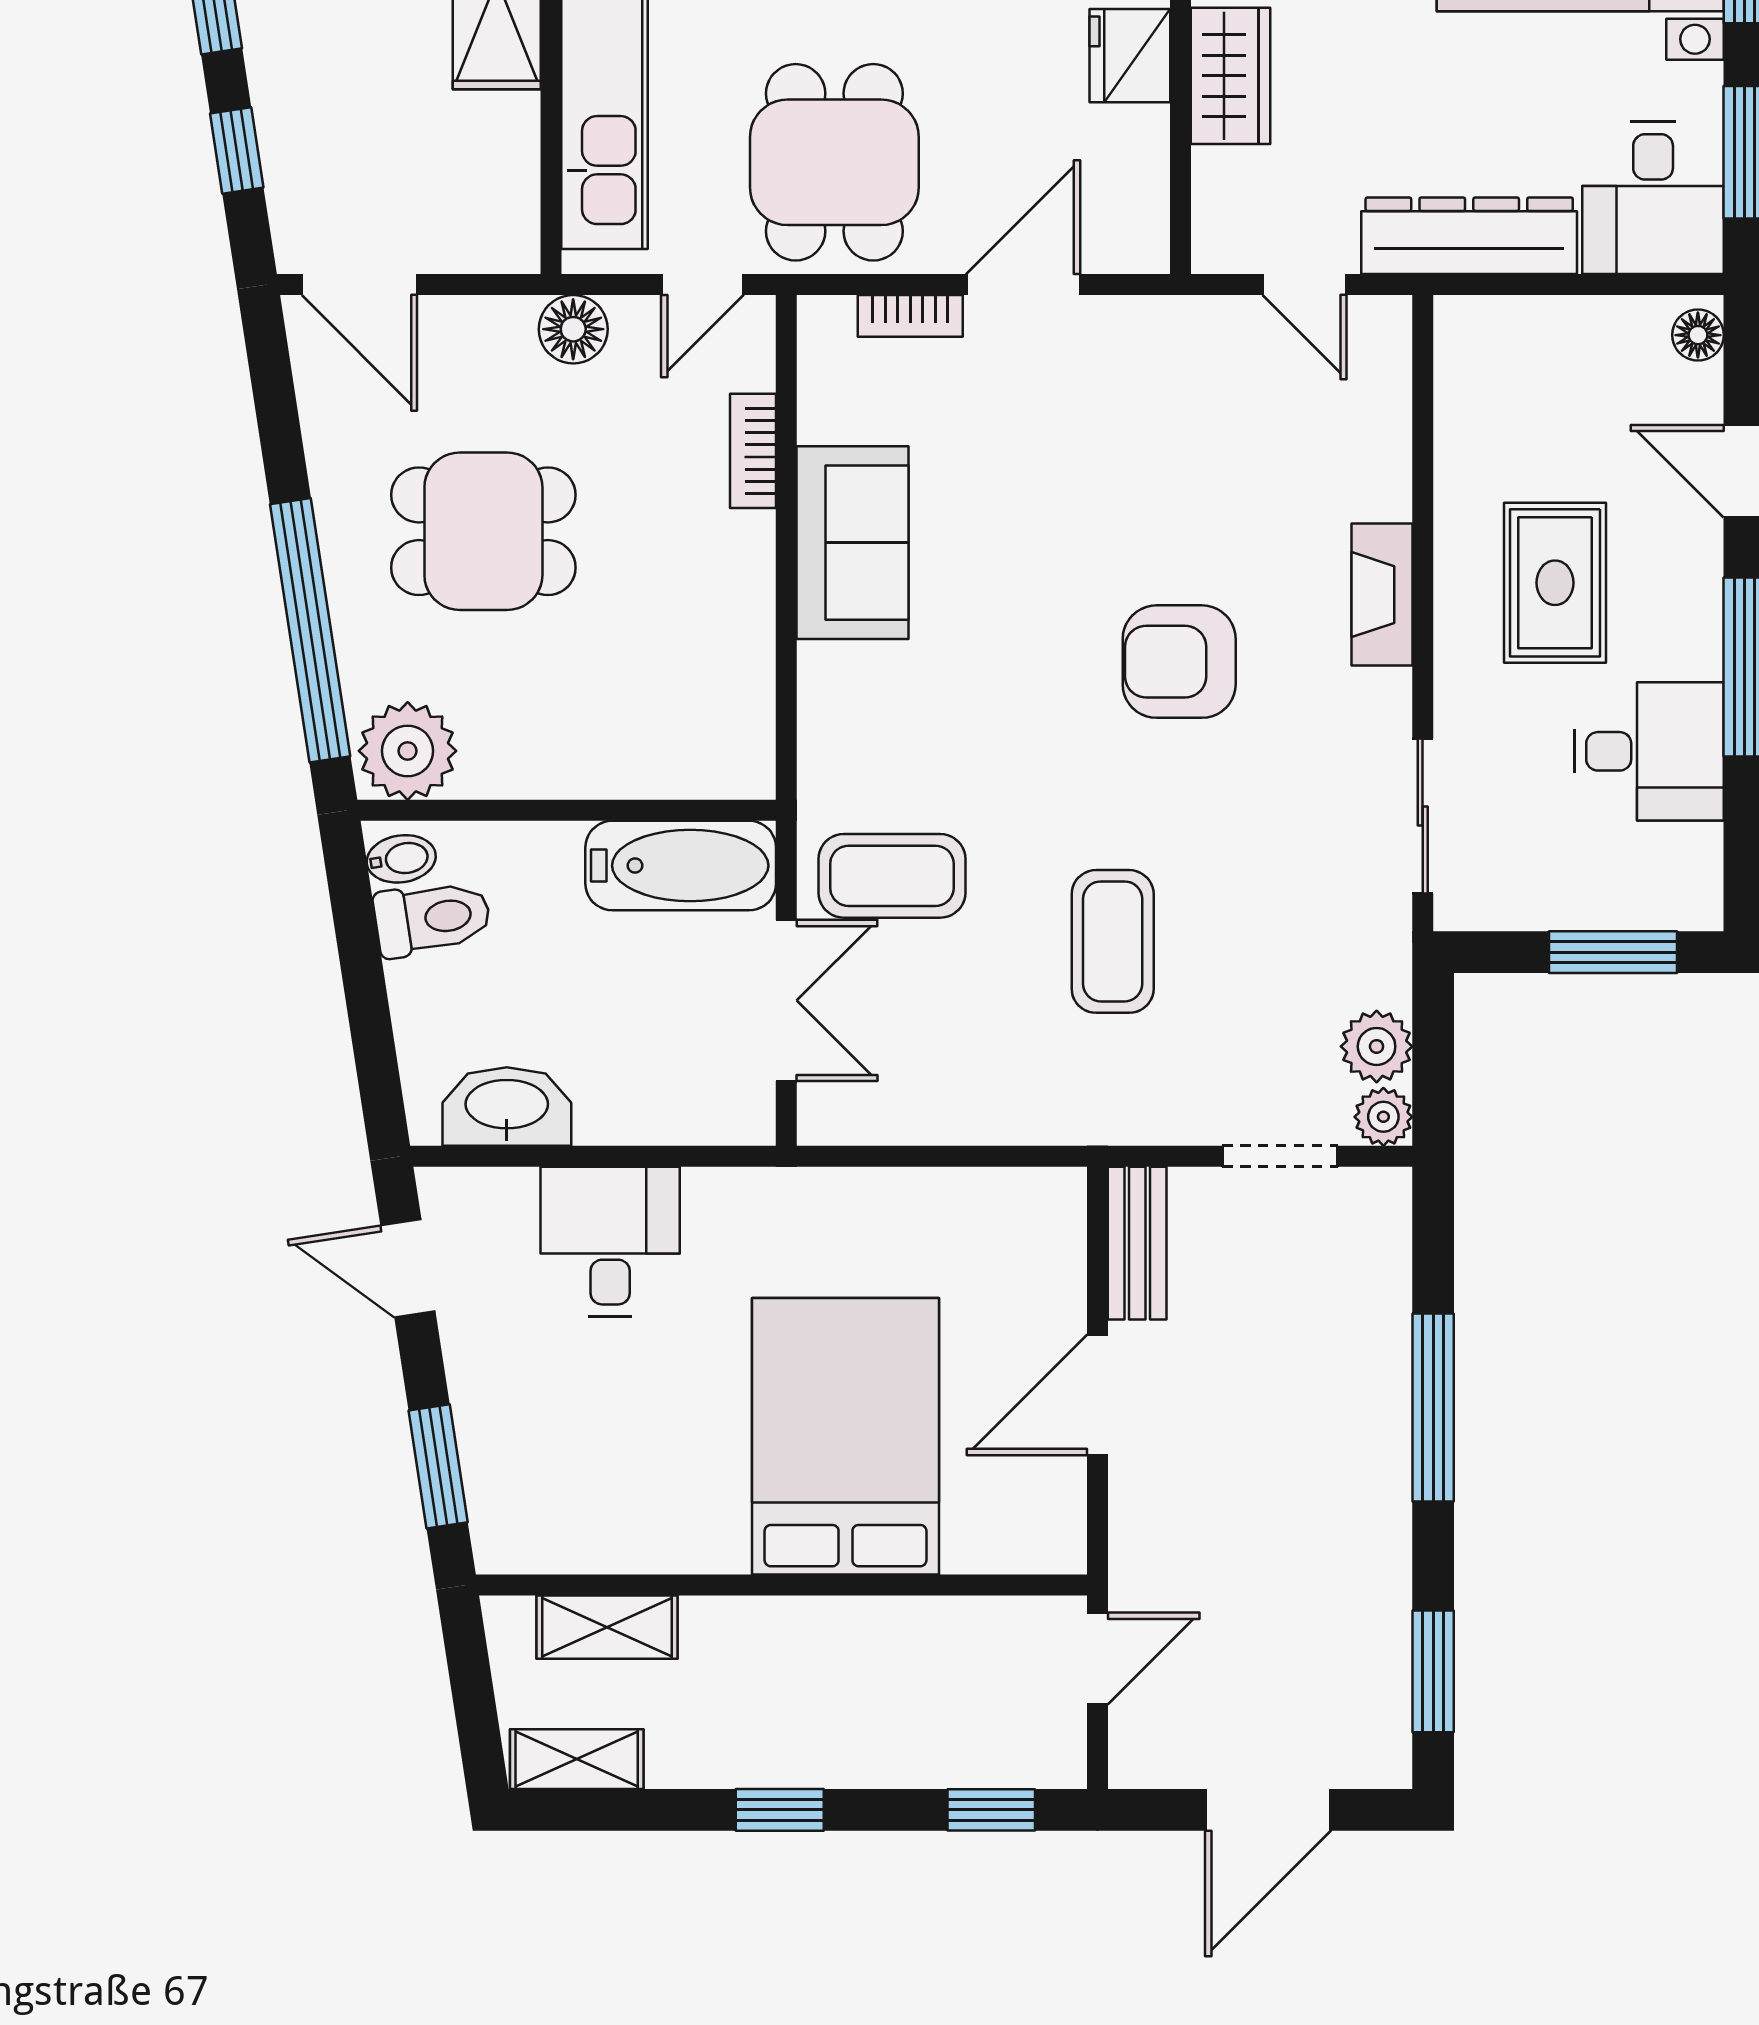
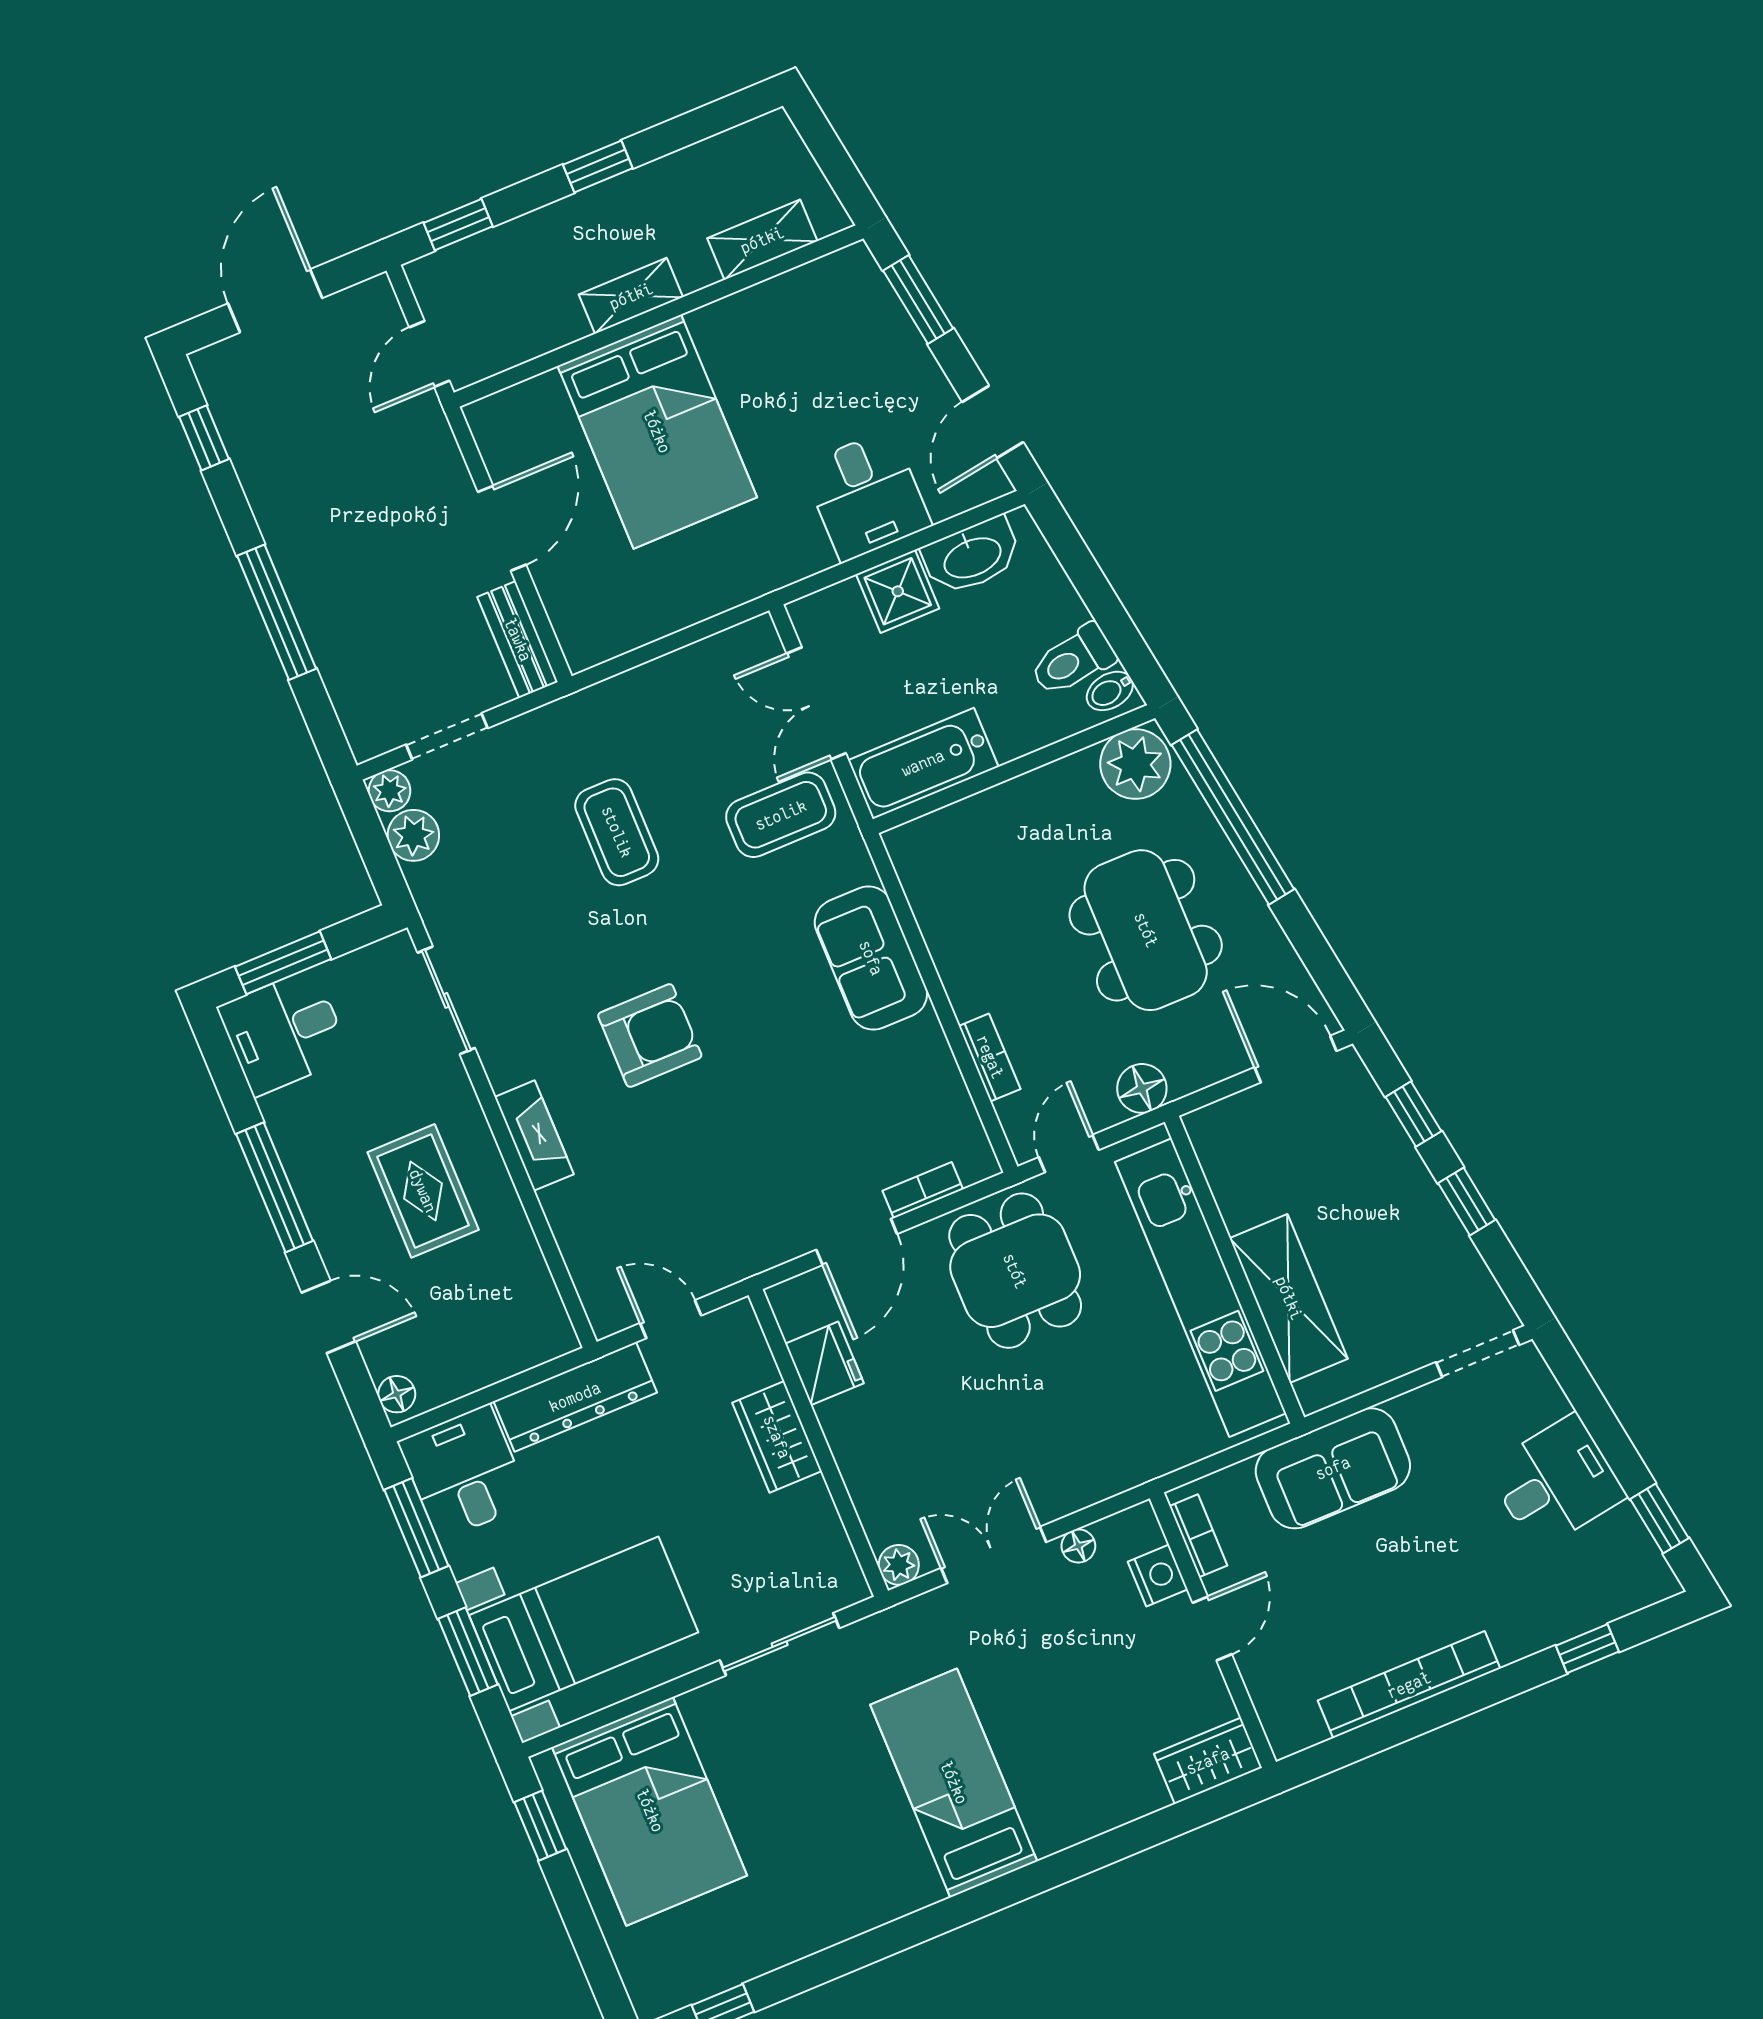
fridge: (1130, 56) -> (824, 1363), moved
dining table: (483, 531) -> (1146, 930), width x1.38
sofa: (852, 543) -> (871, 958), moved
desk: (1649, 751) -> (284, 1032), moved
shower: (621, 1101) -> (898, 591), added
door: (408, 1268) -> (993, 422), swing flipped
window: (1433, 1671) -> (204, 438), width x0.67
shelving: (577, 1759) -> (631, 296), moved

